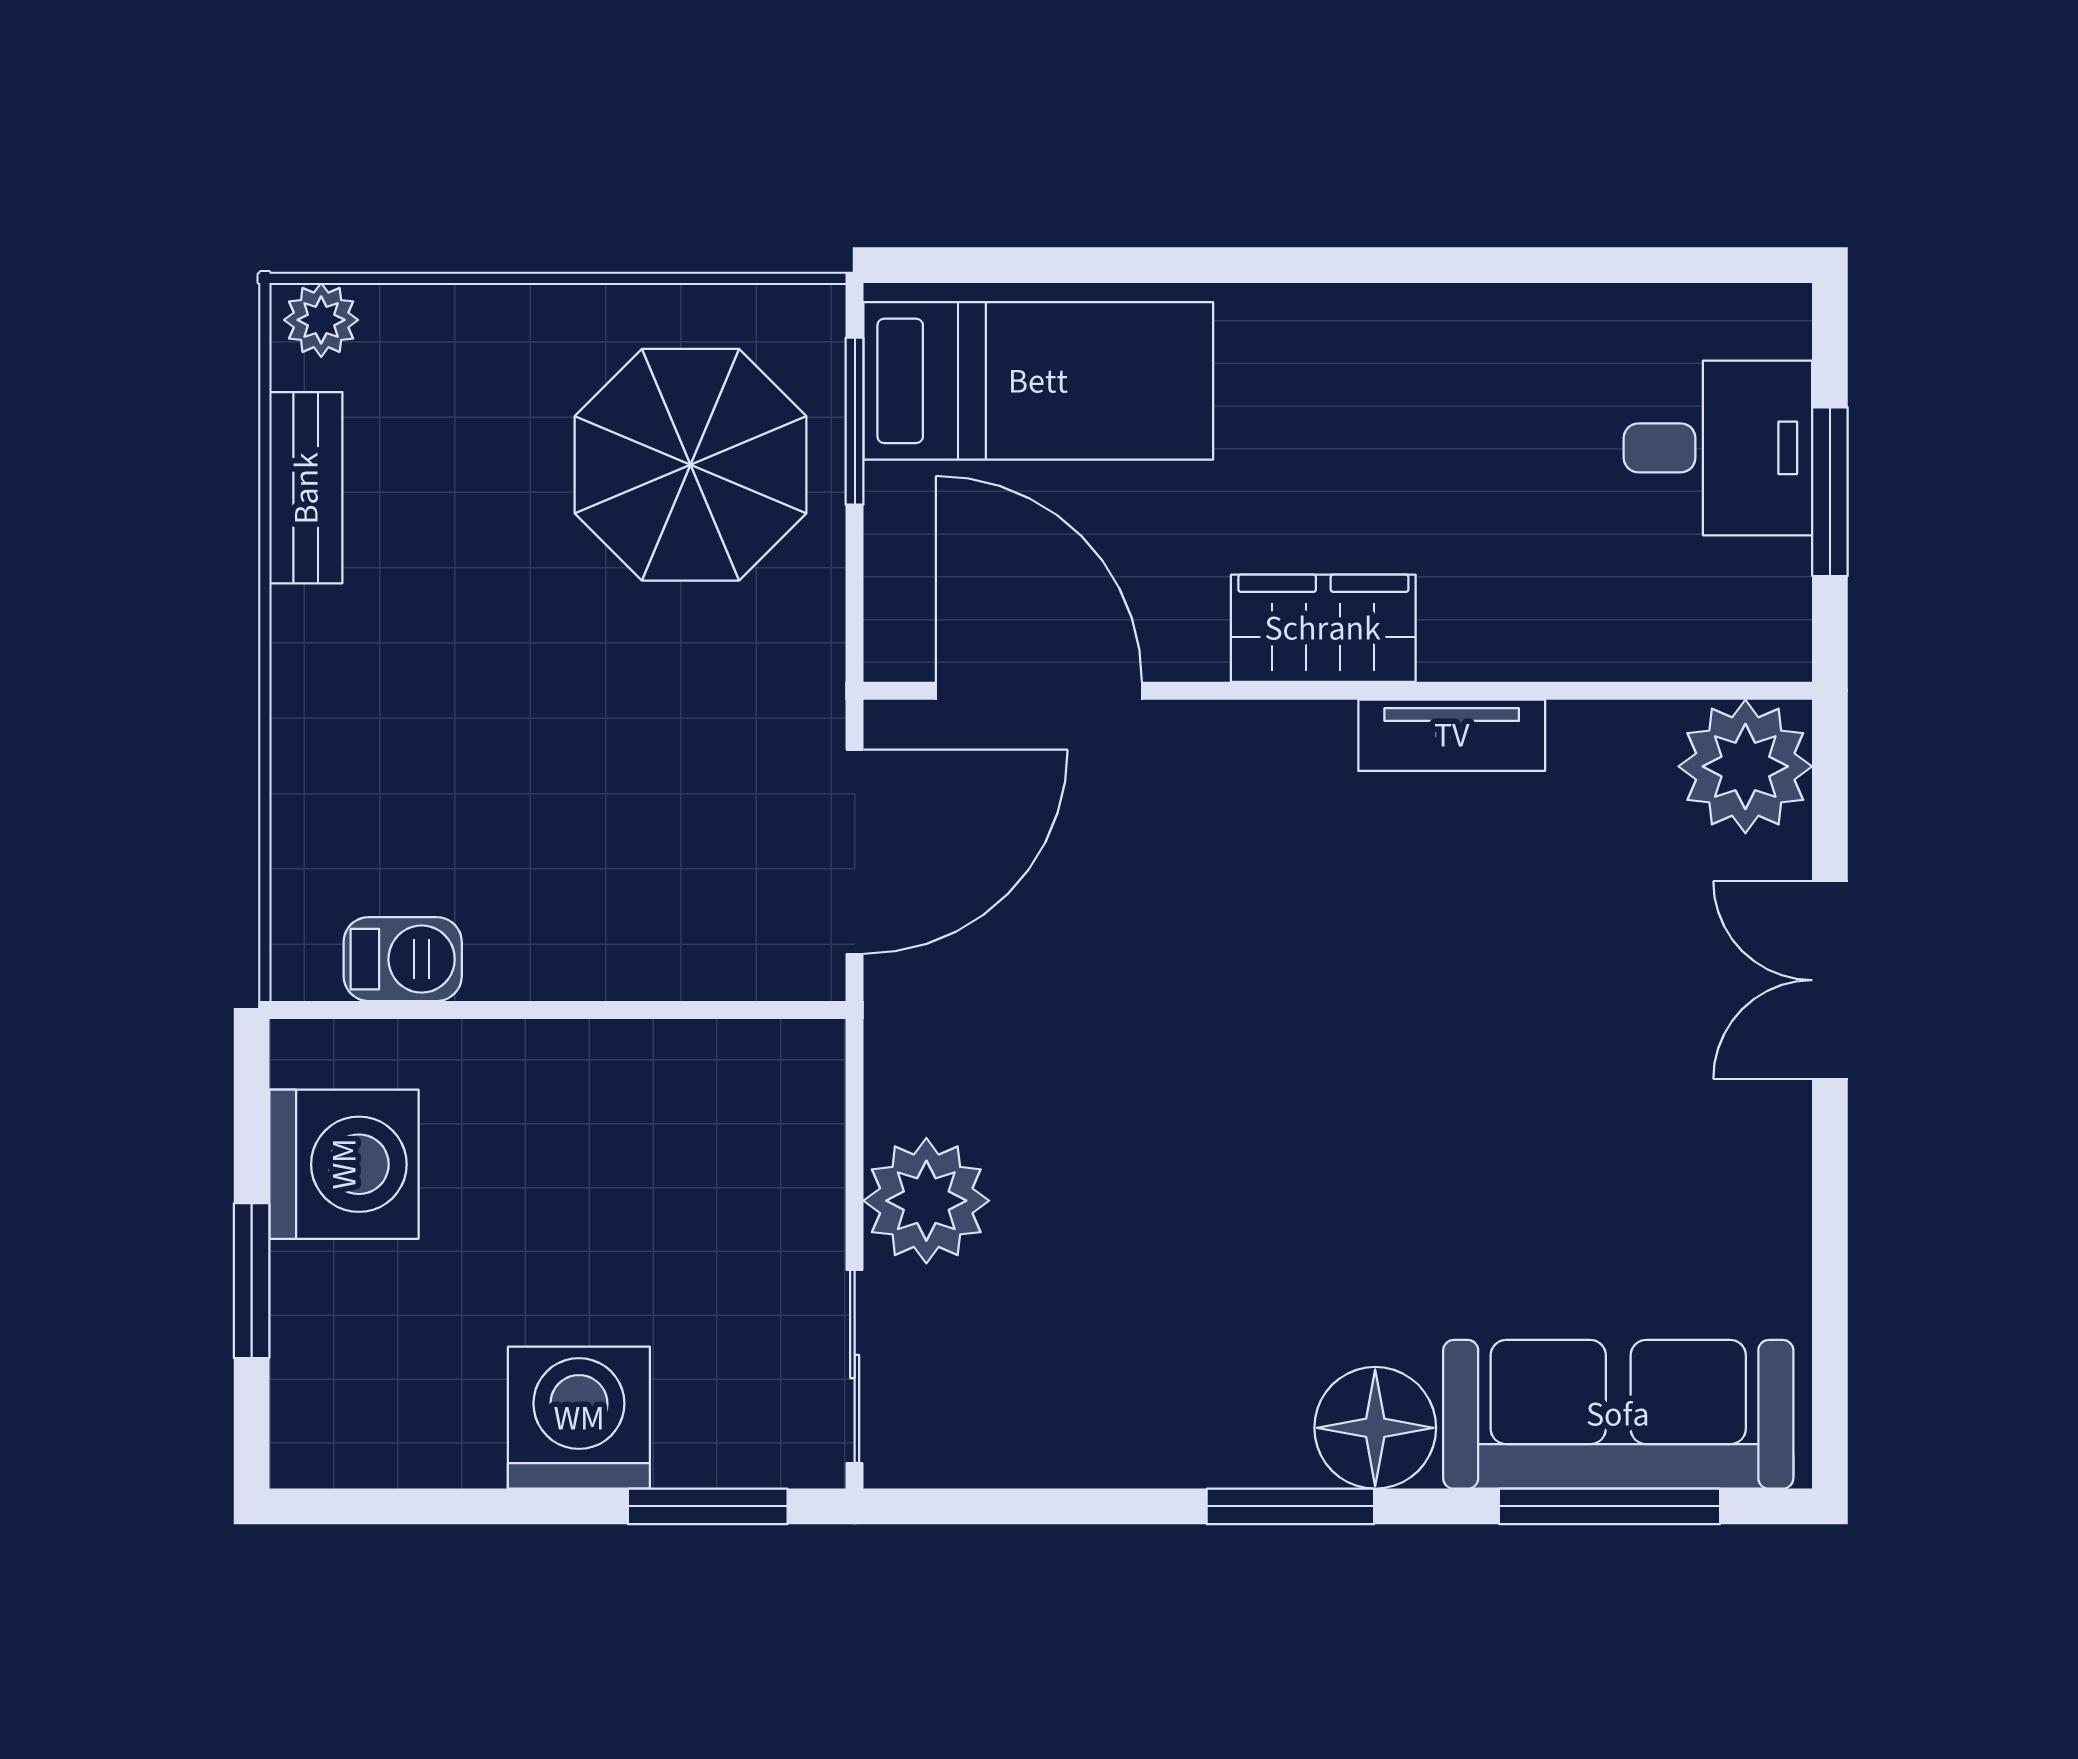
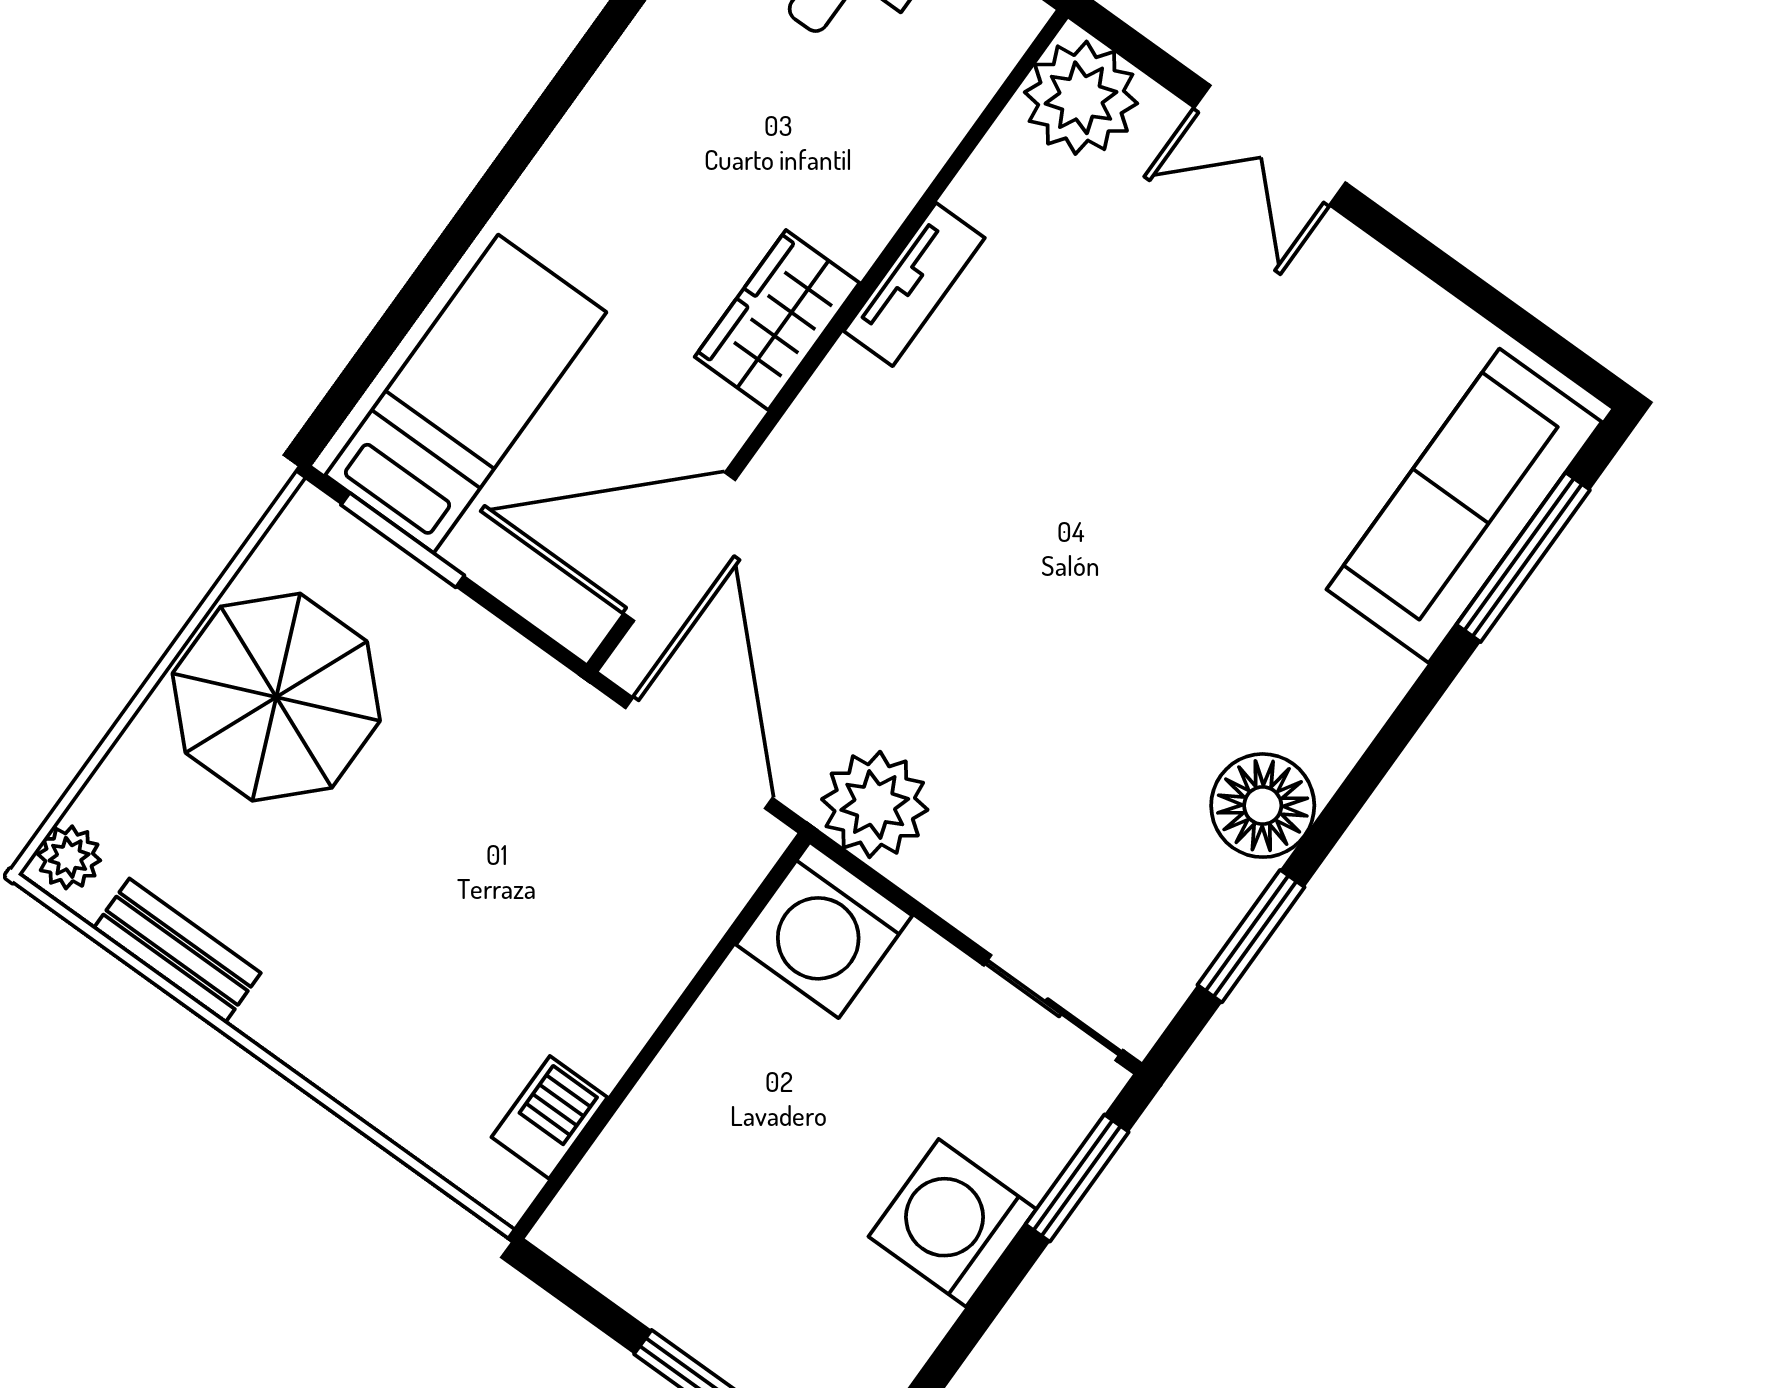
parasol: (691, 465) -> (276, 697), moved
washing machine: (344, 1164) -> (824, 930), moved, turned 180
plant: (926, 1201) -> (875, 804), moved
floor lamp: (1375, 1428) -> (1263, 806), moved
window: (1290, 1506) -> (1251, 936), moved

